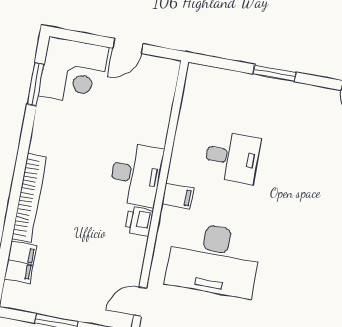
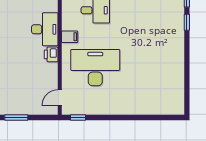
desk: (213, 259) -> (95, 68), turned 180

